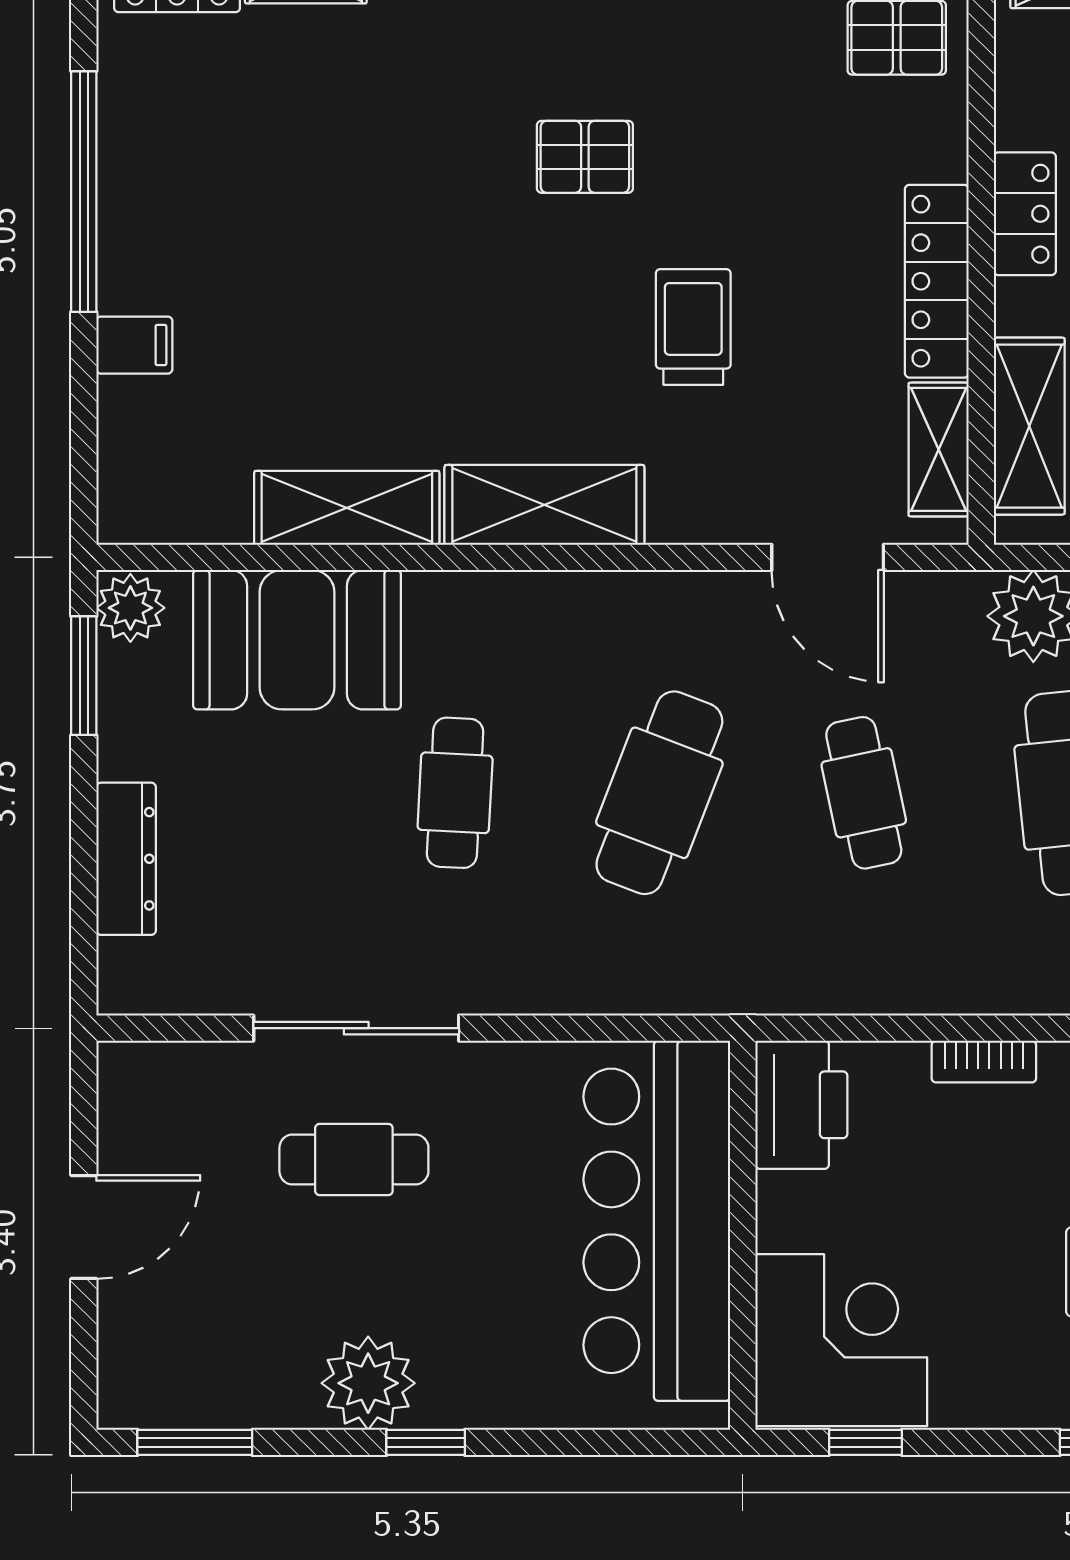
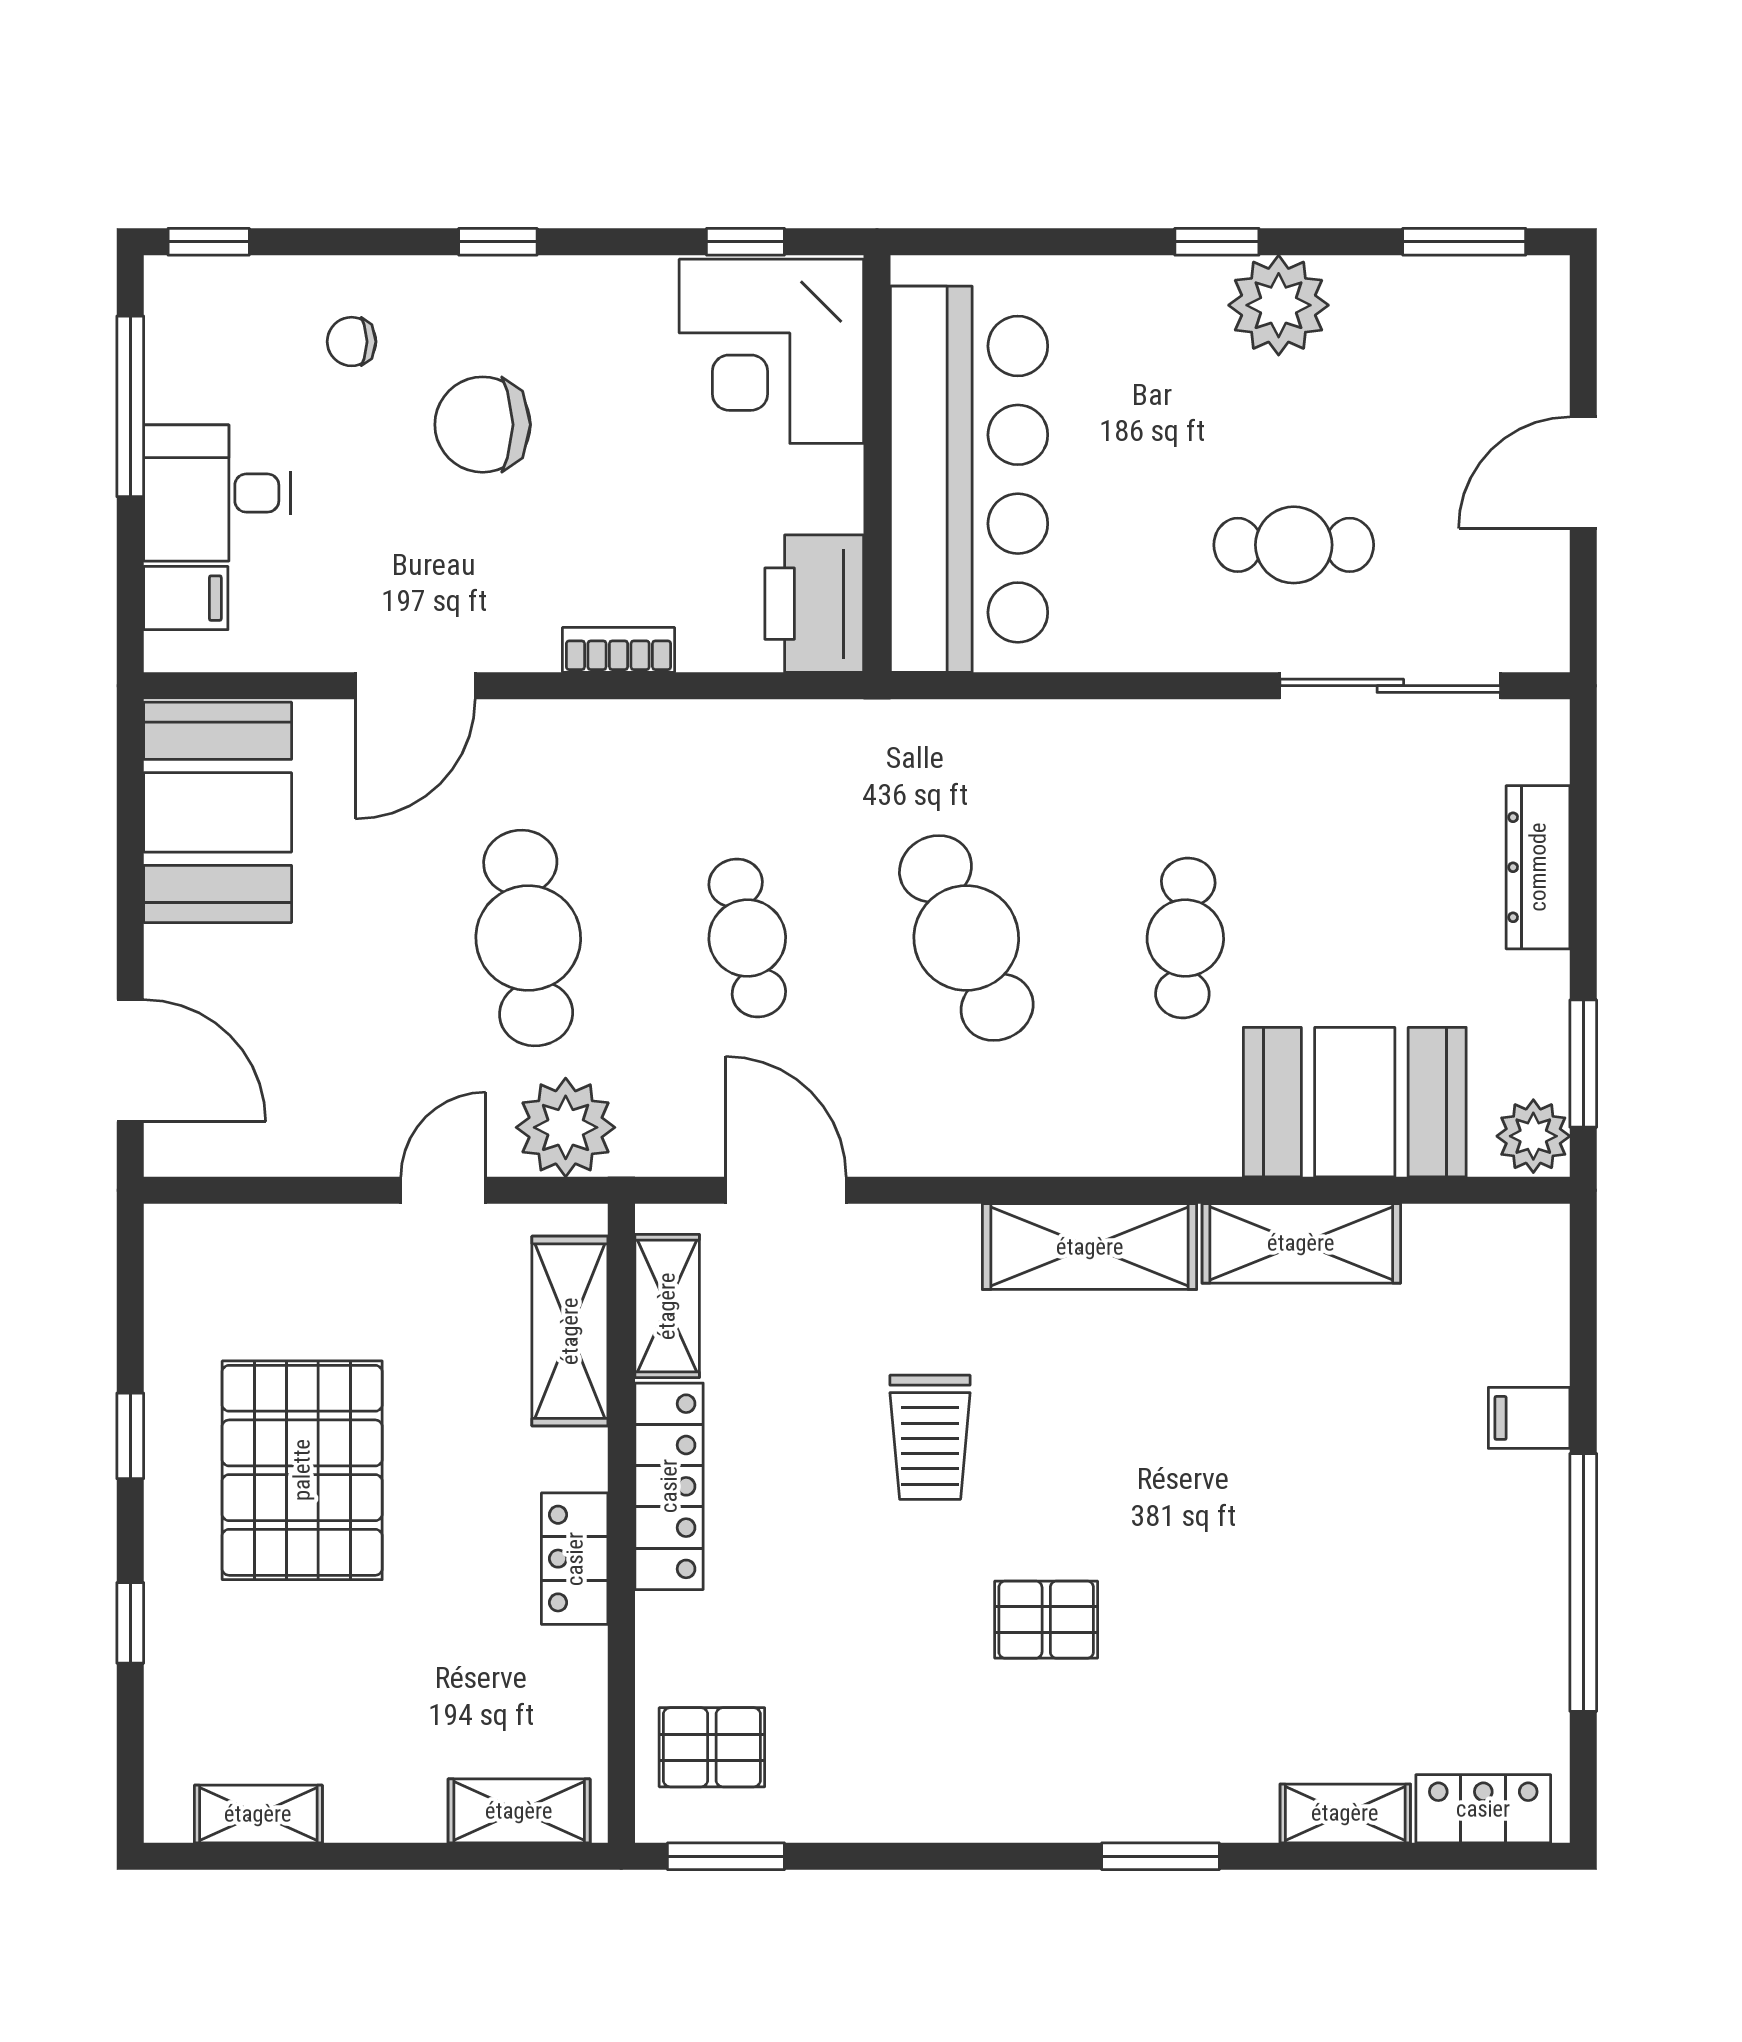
cafe table: (659, 793) -> (966, 938), turned -45
sliding door: (356, 1028) -> (1390, 686), moved

